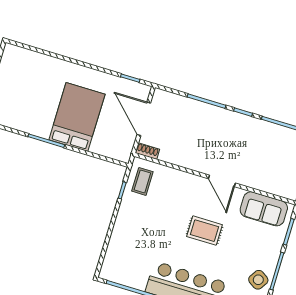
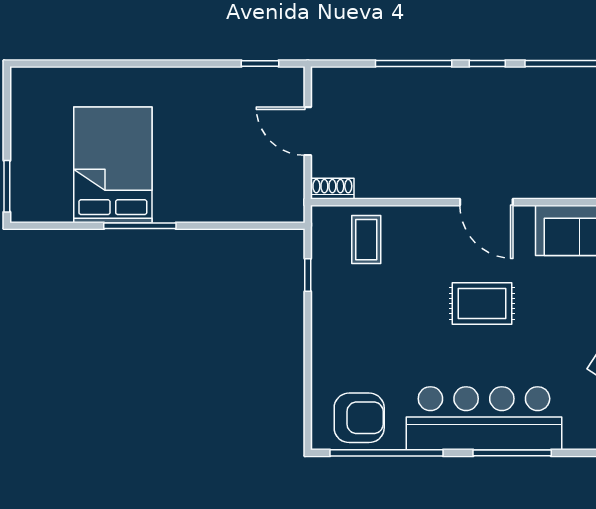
bed: (77, 117) -> (113, 165), moved
door: (144, 119) -> (308, 131), width x0.73
coffee table: (142, 181) -> (366, 240), moved
armchair: (126, 269) -> (359, 418), added

